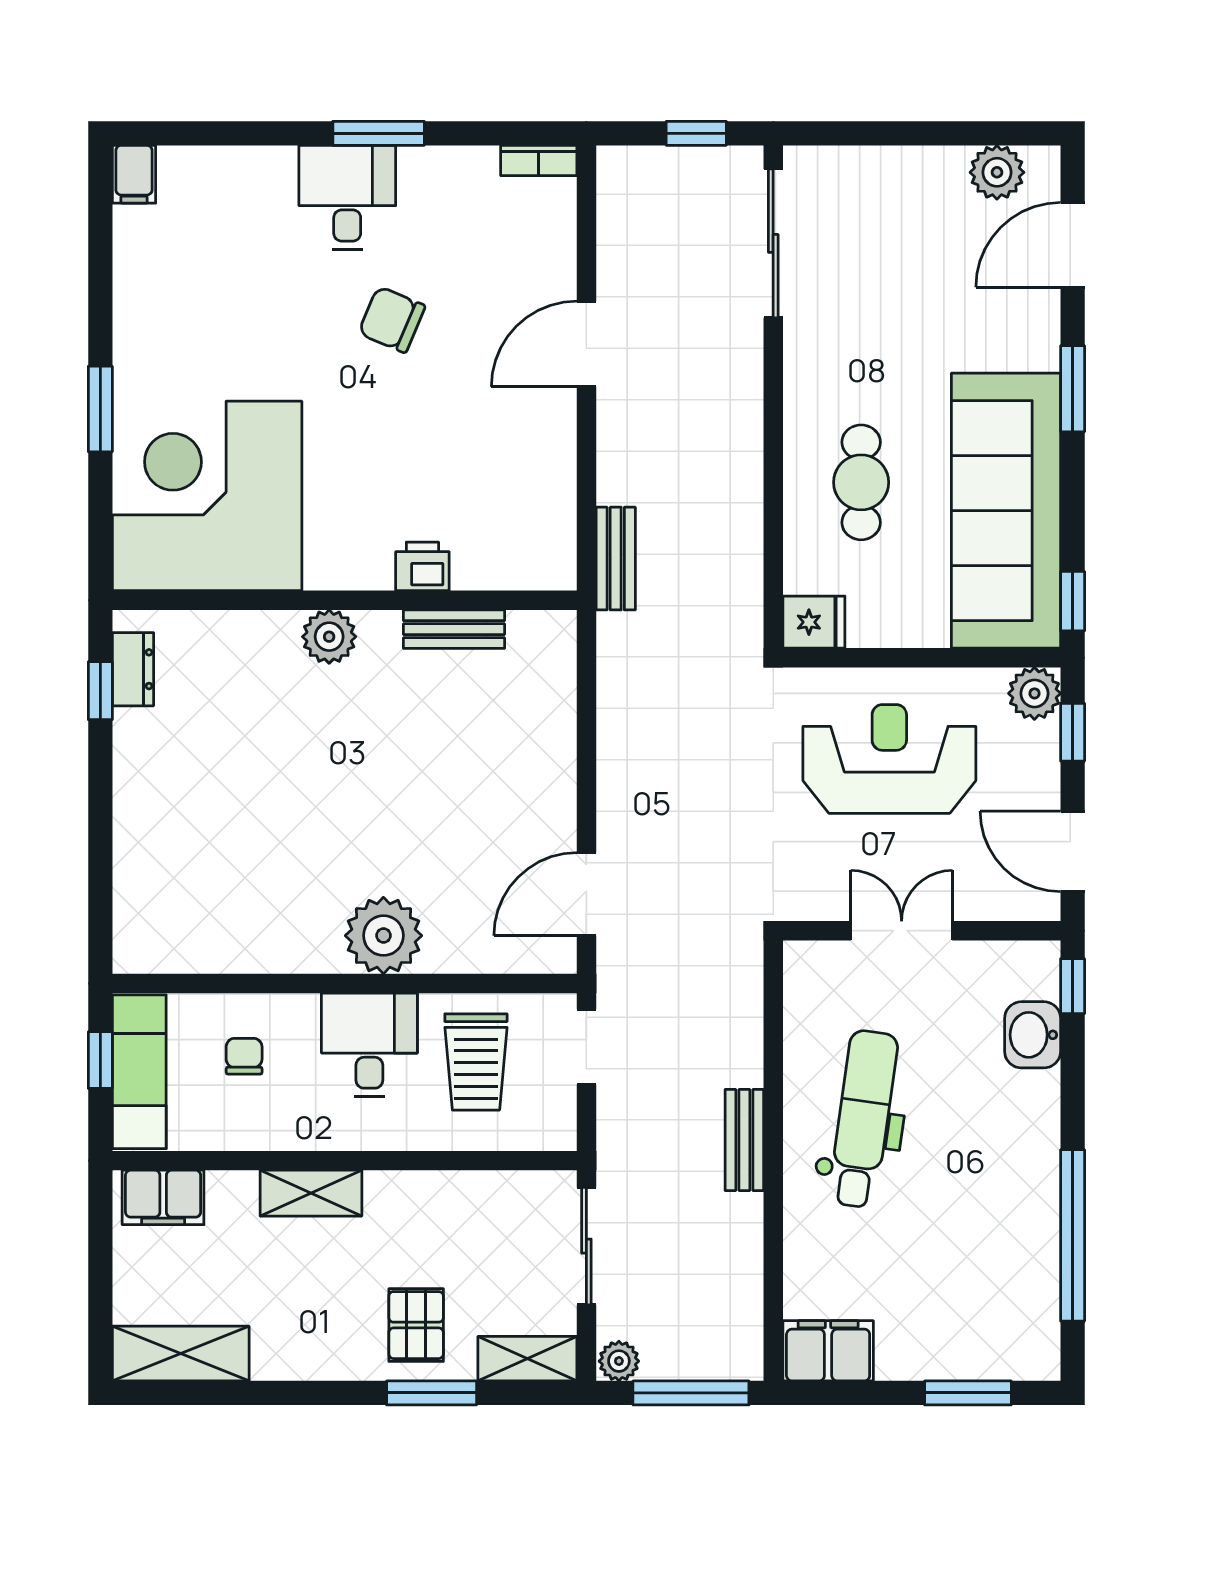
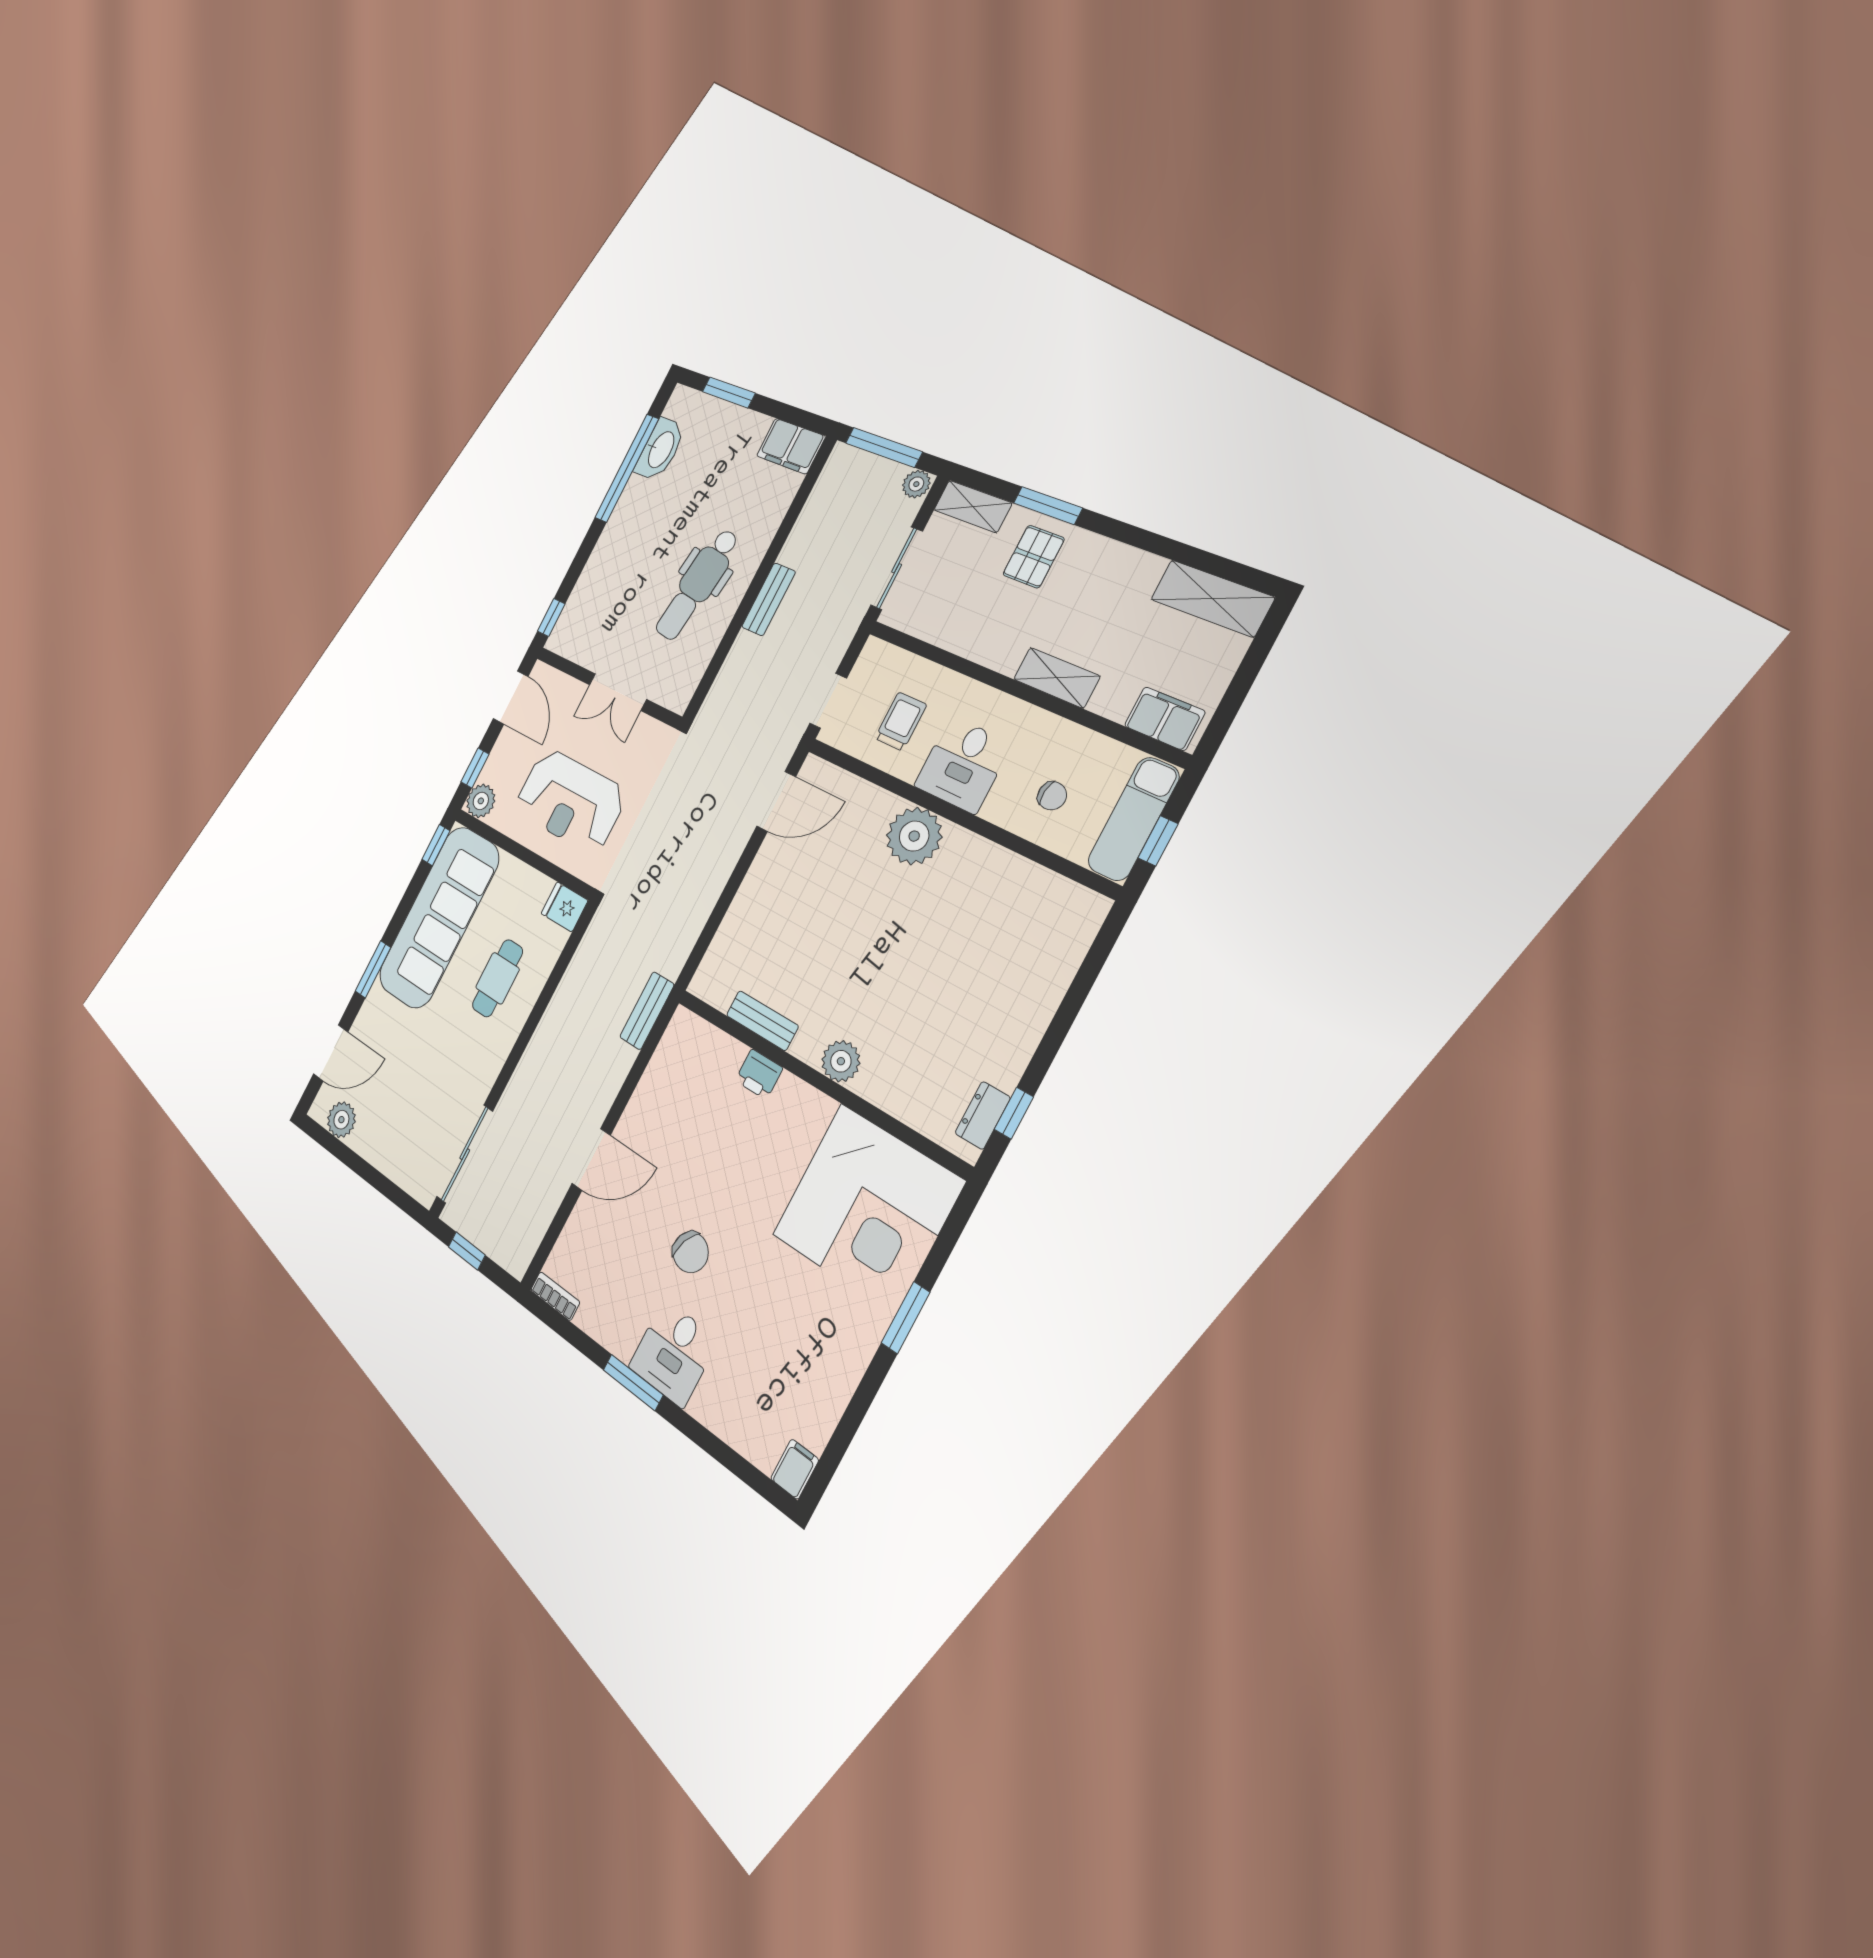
washbasin: (1033, 1035) -> (660, 449), moved, width x1.38
chair: (244, 1056) -> (1052, 796), turned -84
trolley: (476, 1062) -> (901, 722), width x0.73, depth x0.72

